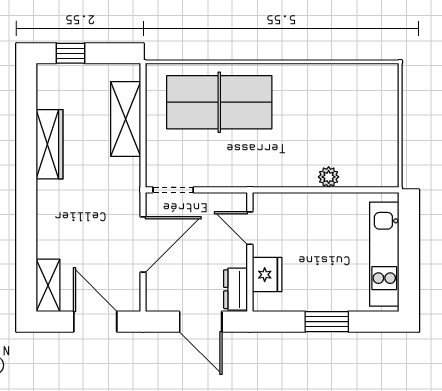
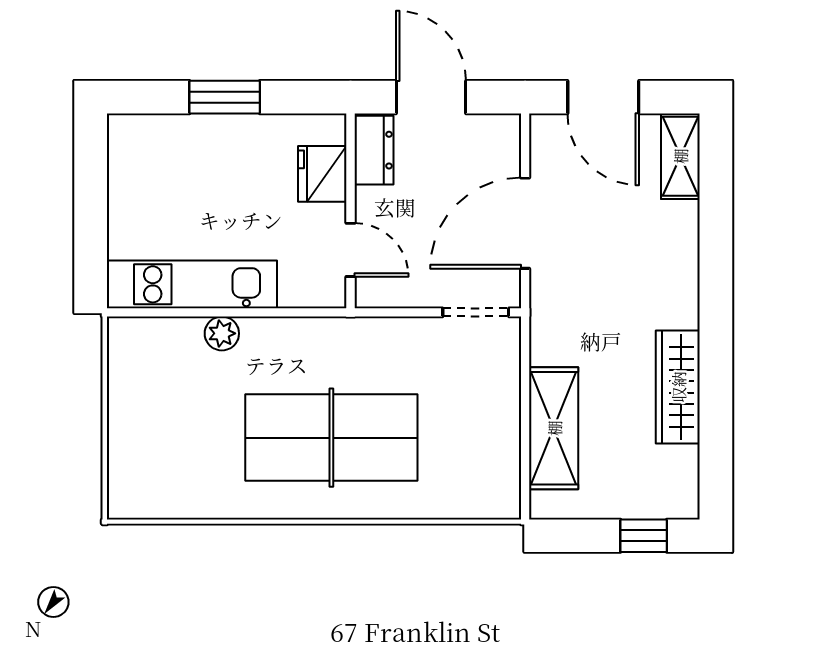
table tennis table: (219, 102) -> (331, 438), moved
kitchen unit: (384, 254) -> (192, 284), moved, turned -90

